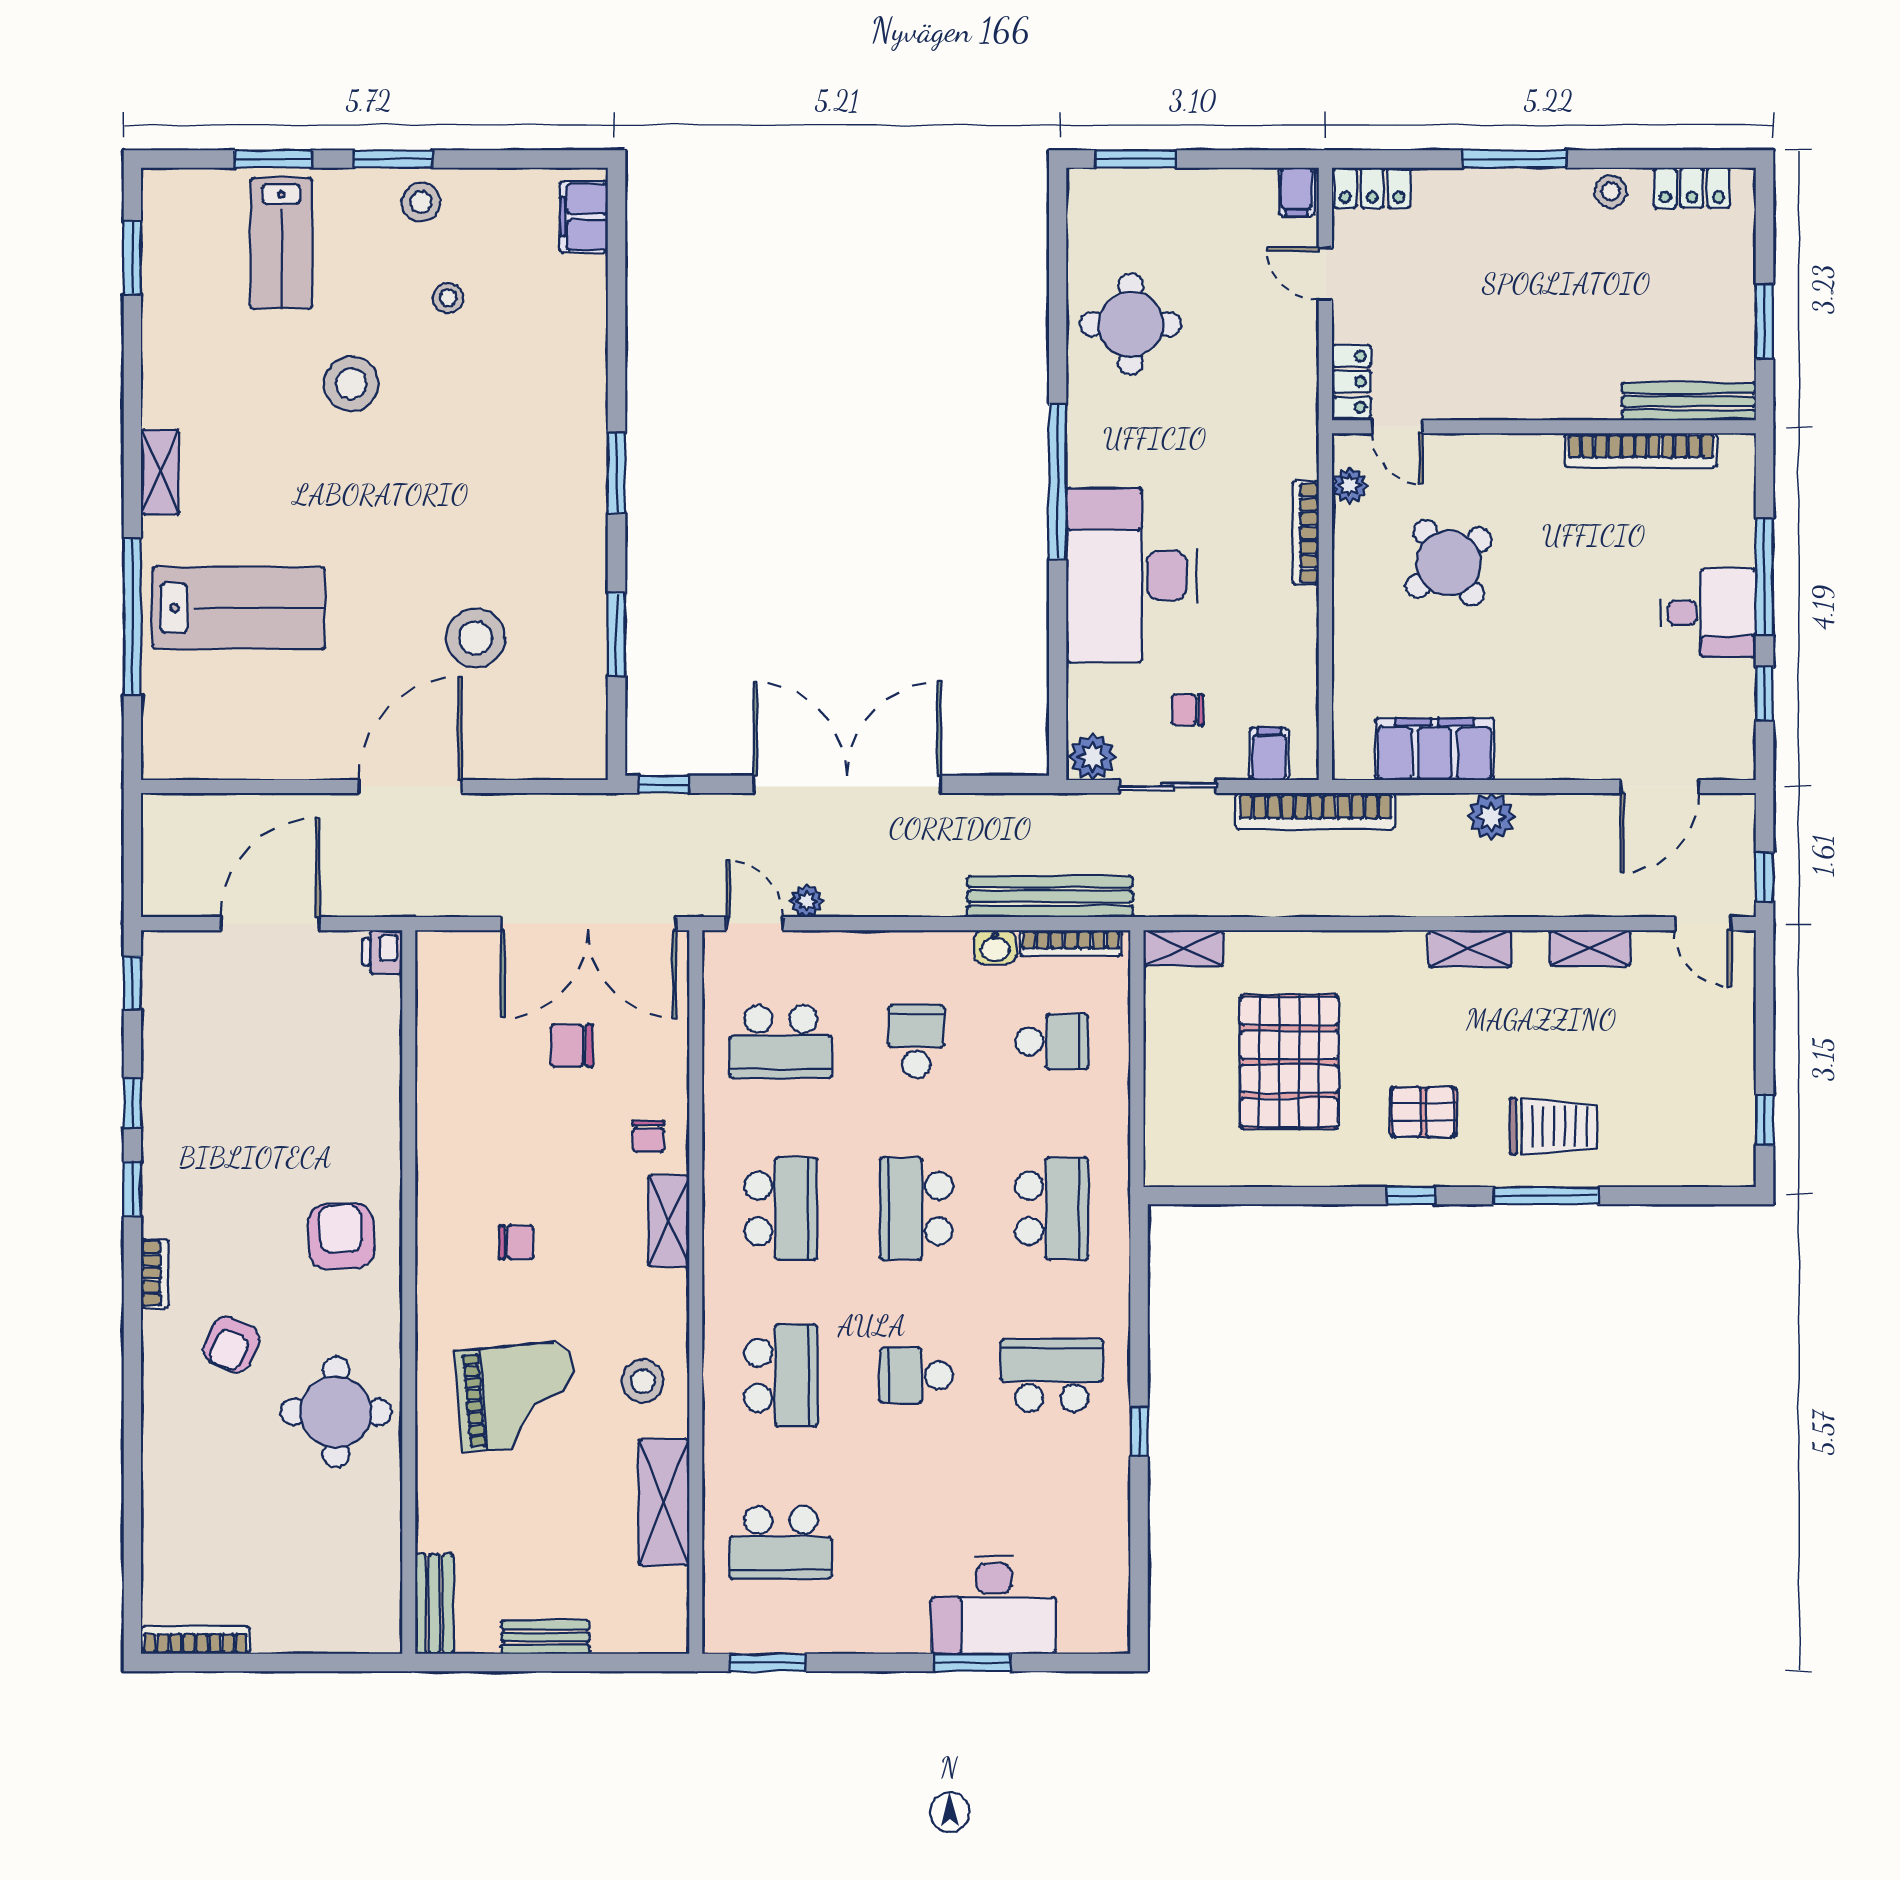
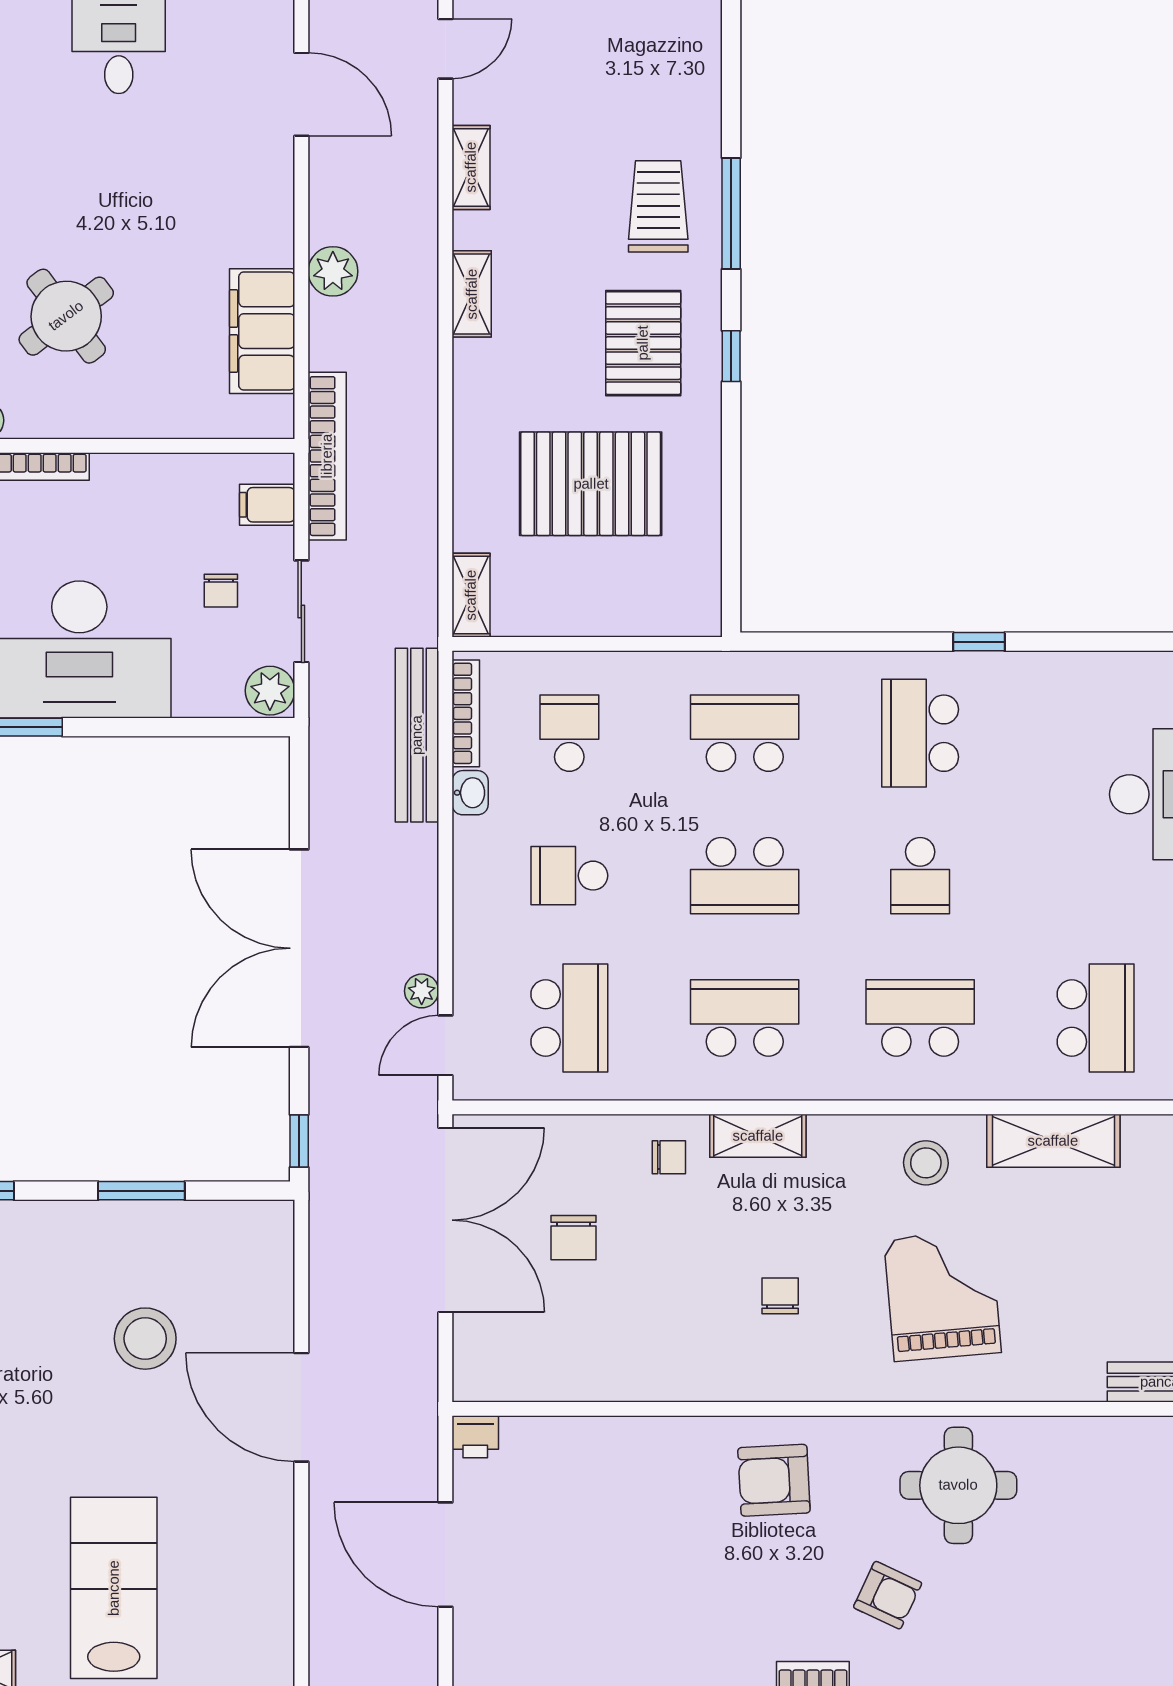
pallet: (1423, 1112) -> (643, 343), width x1.50, depth x1.42

